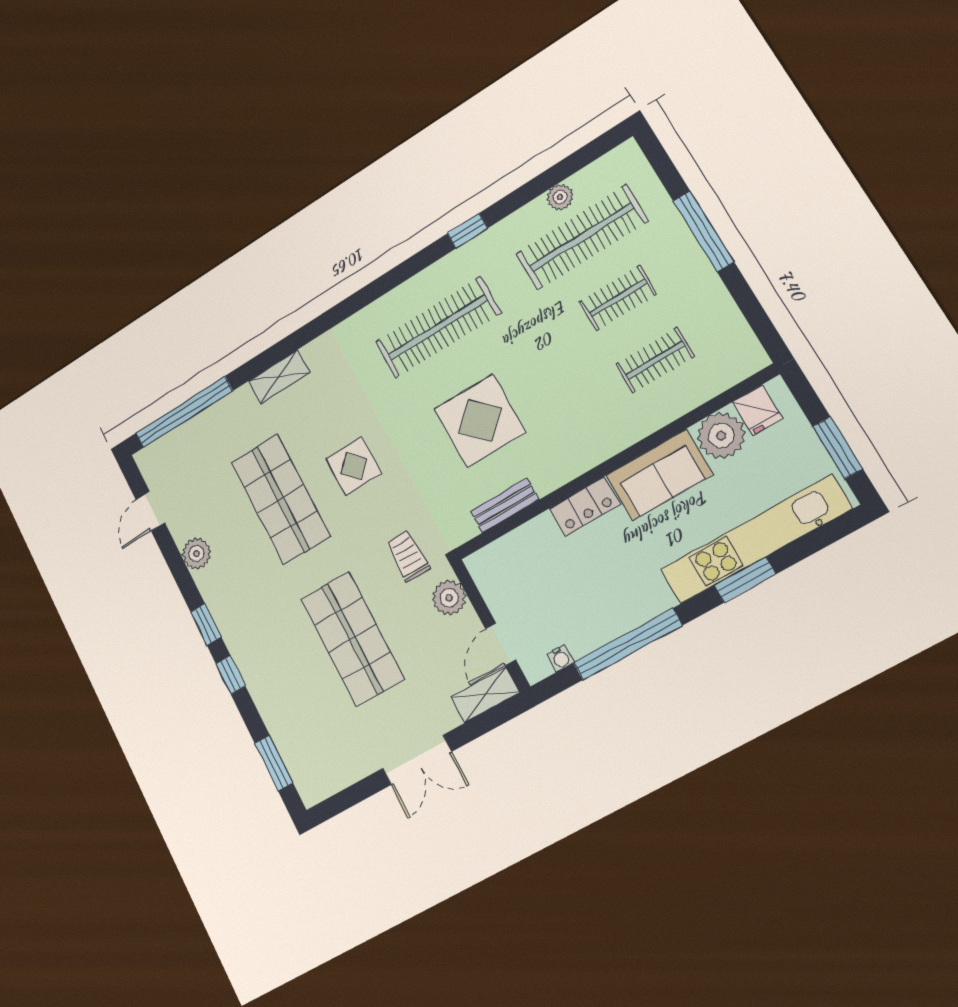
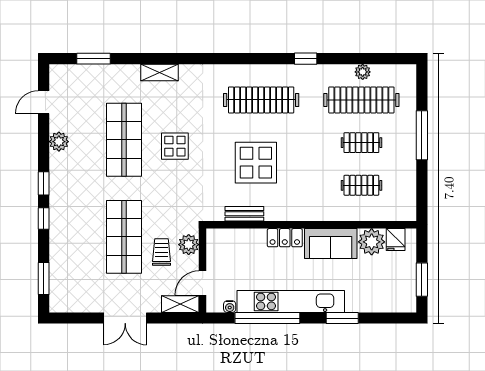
window: (184, 412) -> (94, 59), width x0.47
kitchen unit: (755, 540) -> (291, 301), moved
trolley: (408, 556) -> (161, 252), moved

